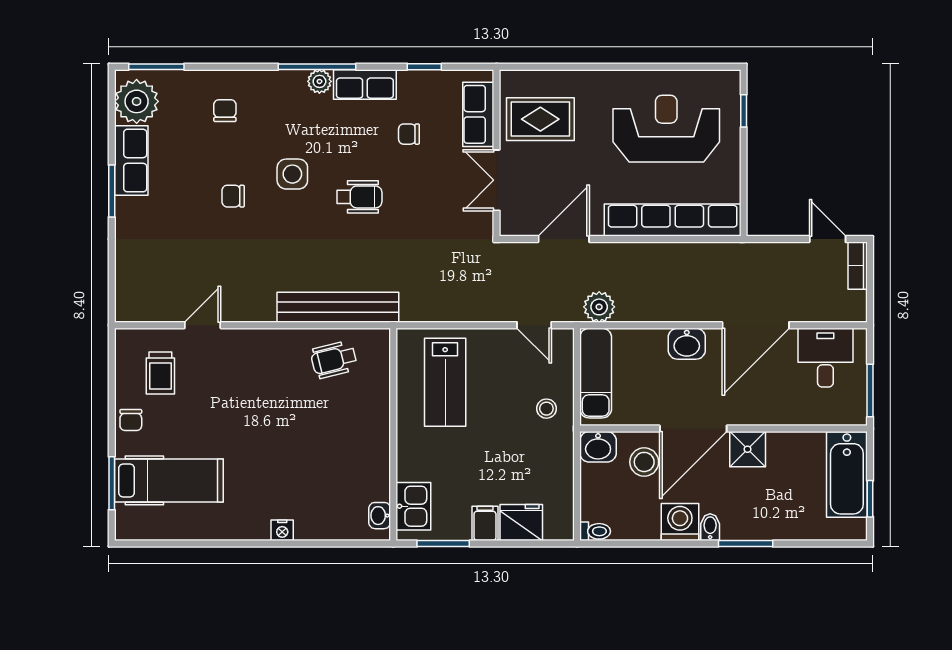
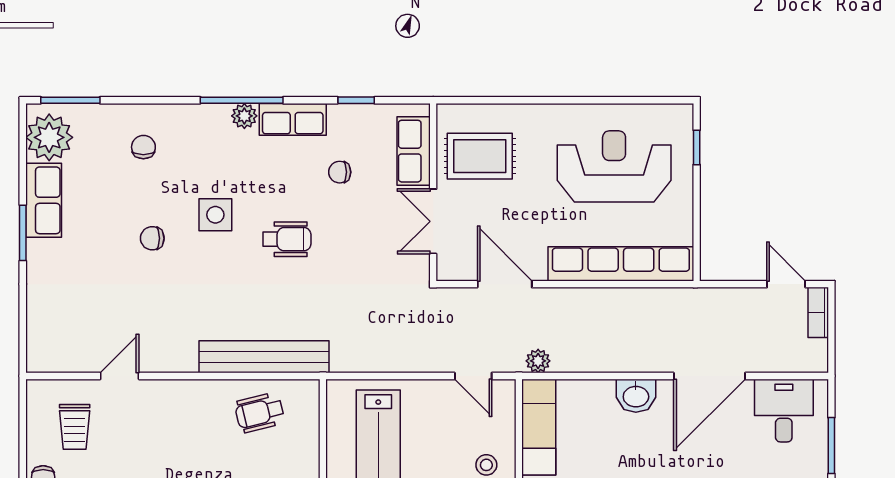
door: (564, 239) -> (505, 284), hinge flipped
plant: (599, 307) -> (538, 361), width x0.73, depth x0.73

